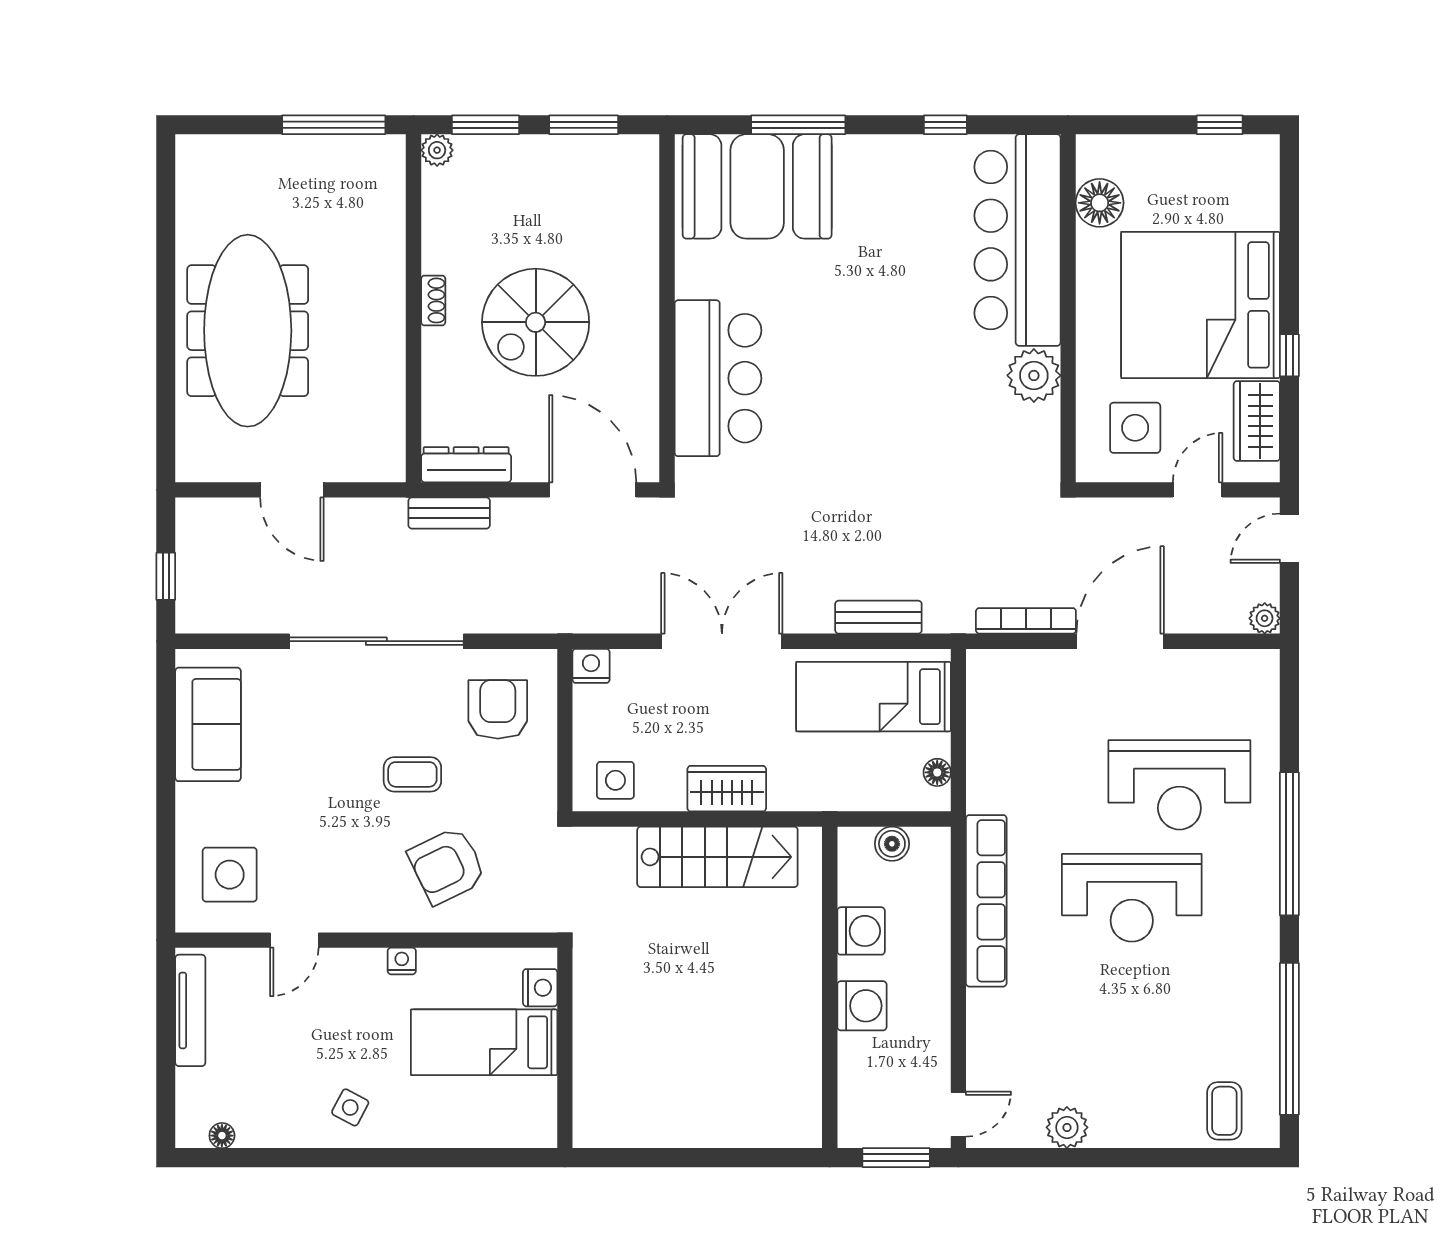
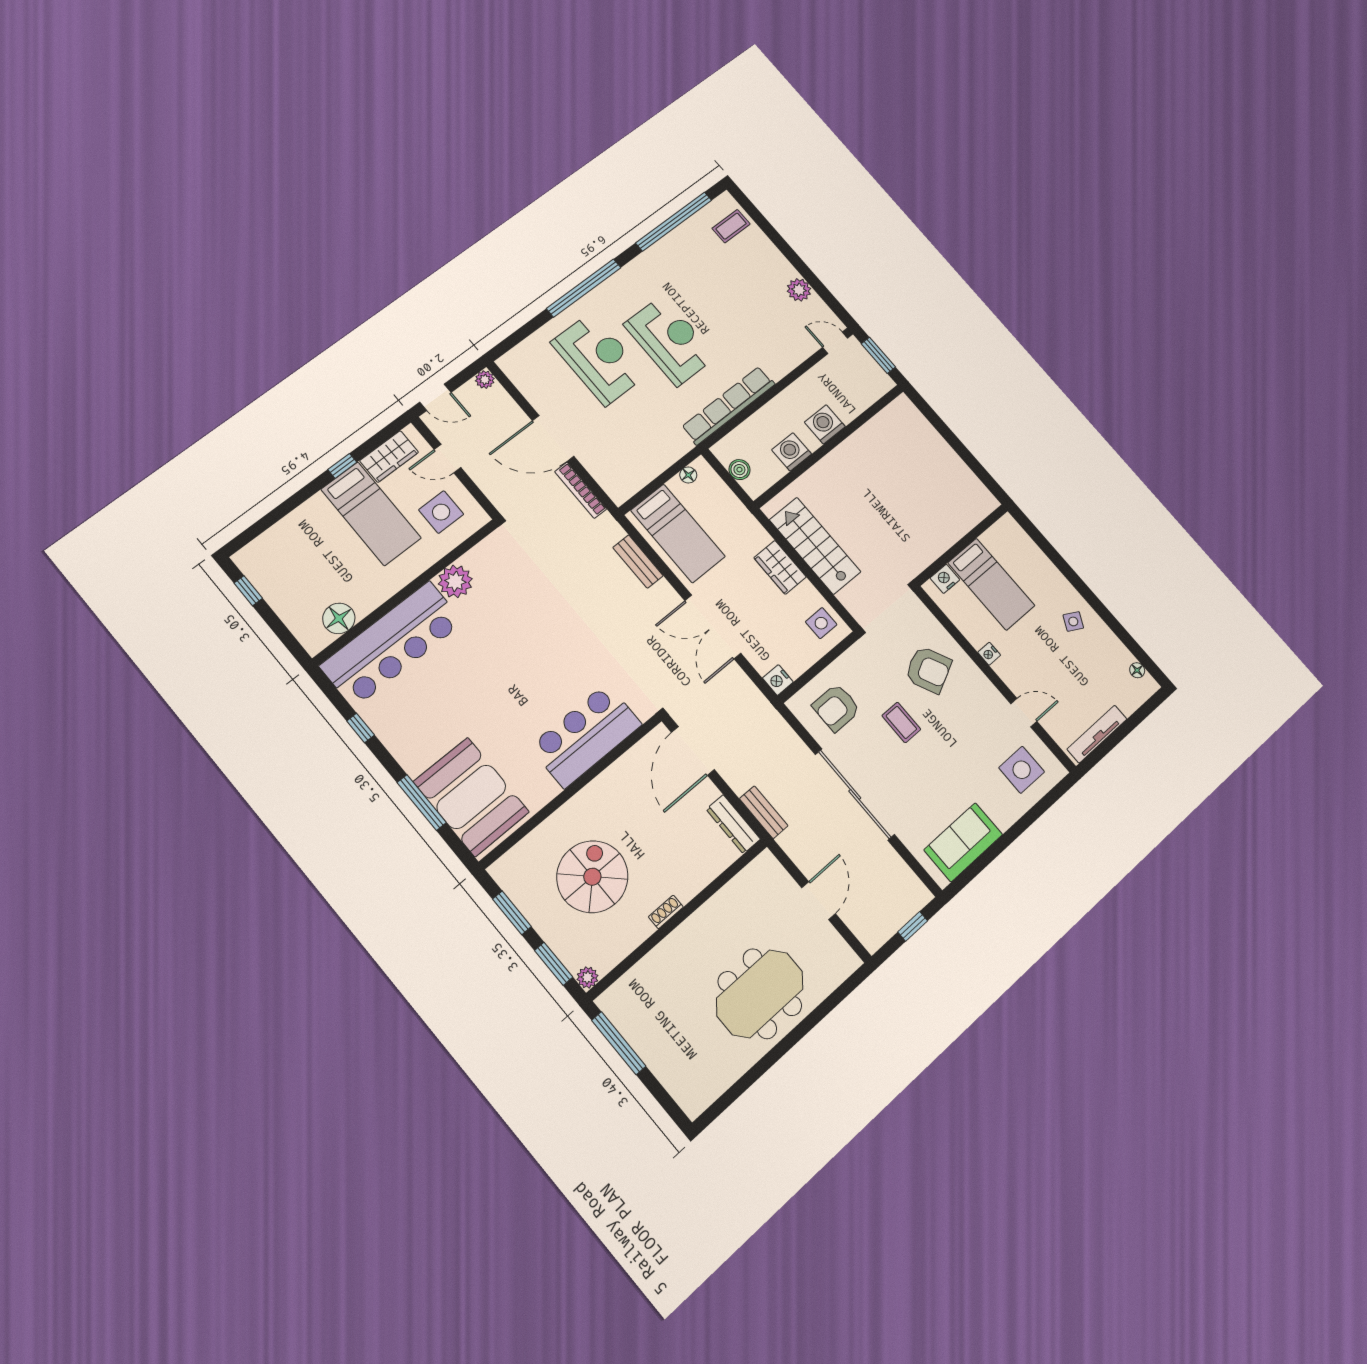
bed: (1200, 305) -> (371, 514), width x0.49
spiral stairs: (536, 322) -> (592, 877), moved, turned -90
meeting table: (248, 331) -> (760, 994), width x0.73

